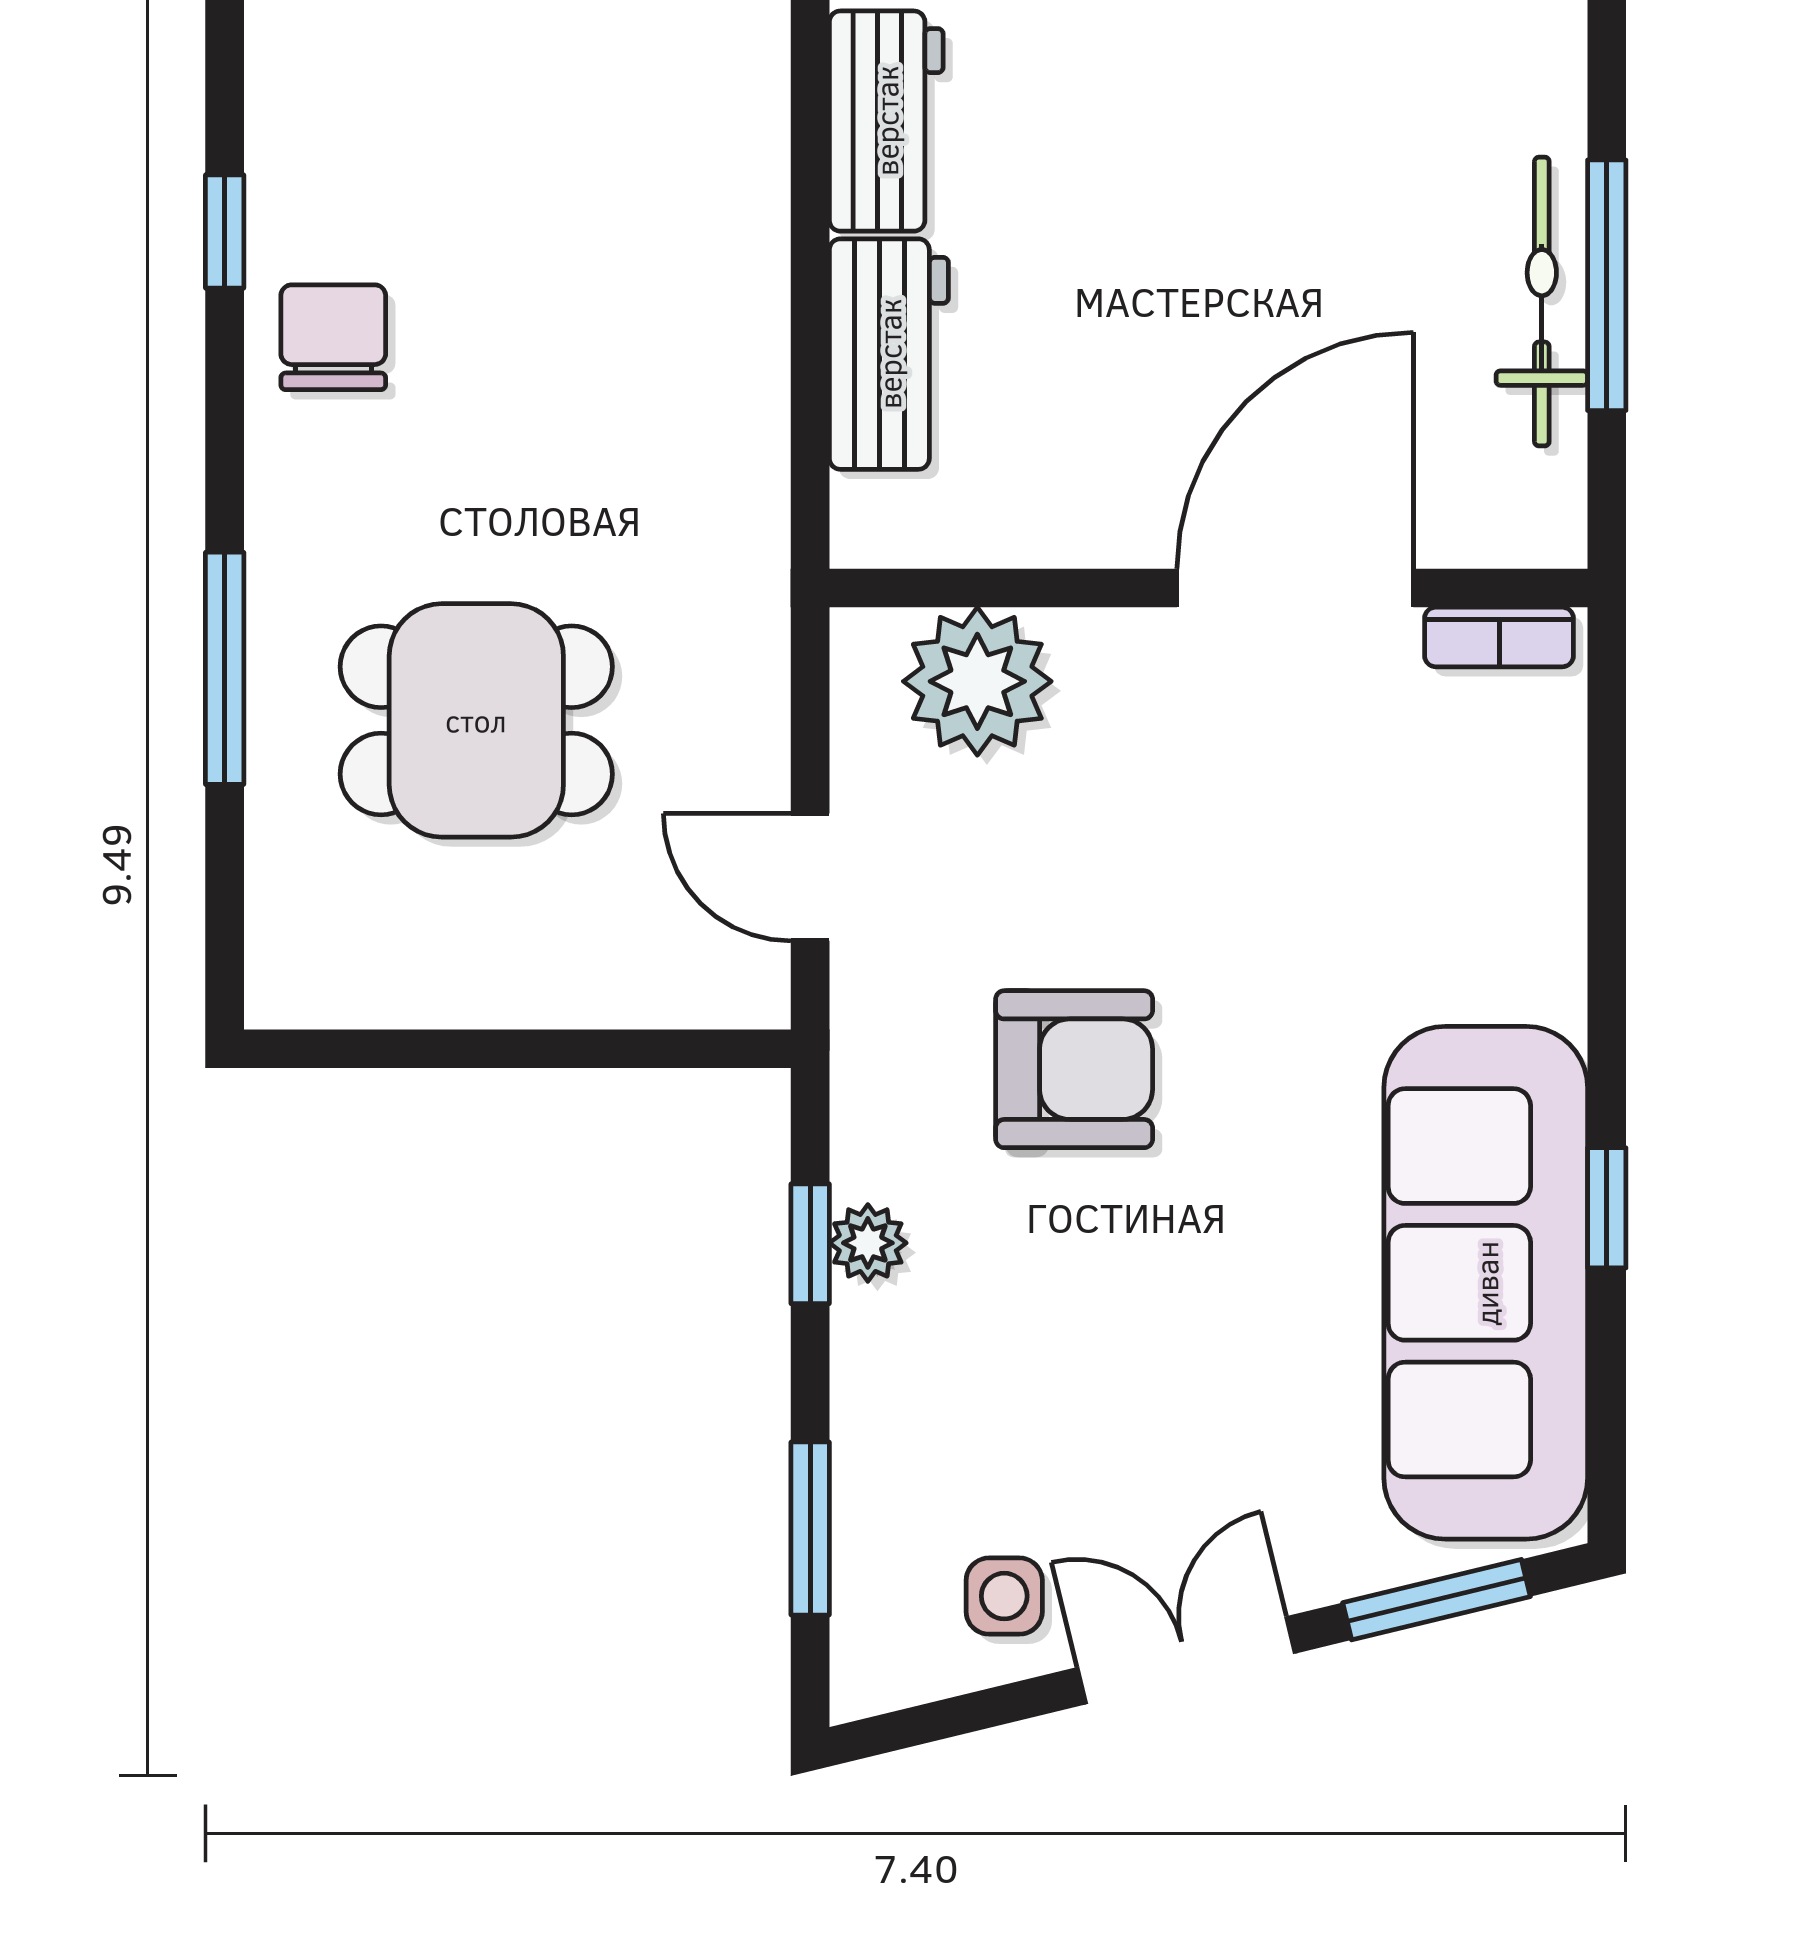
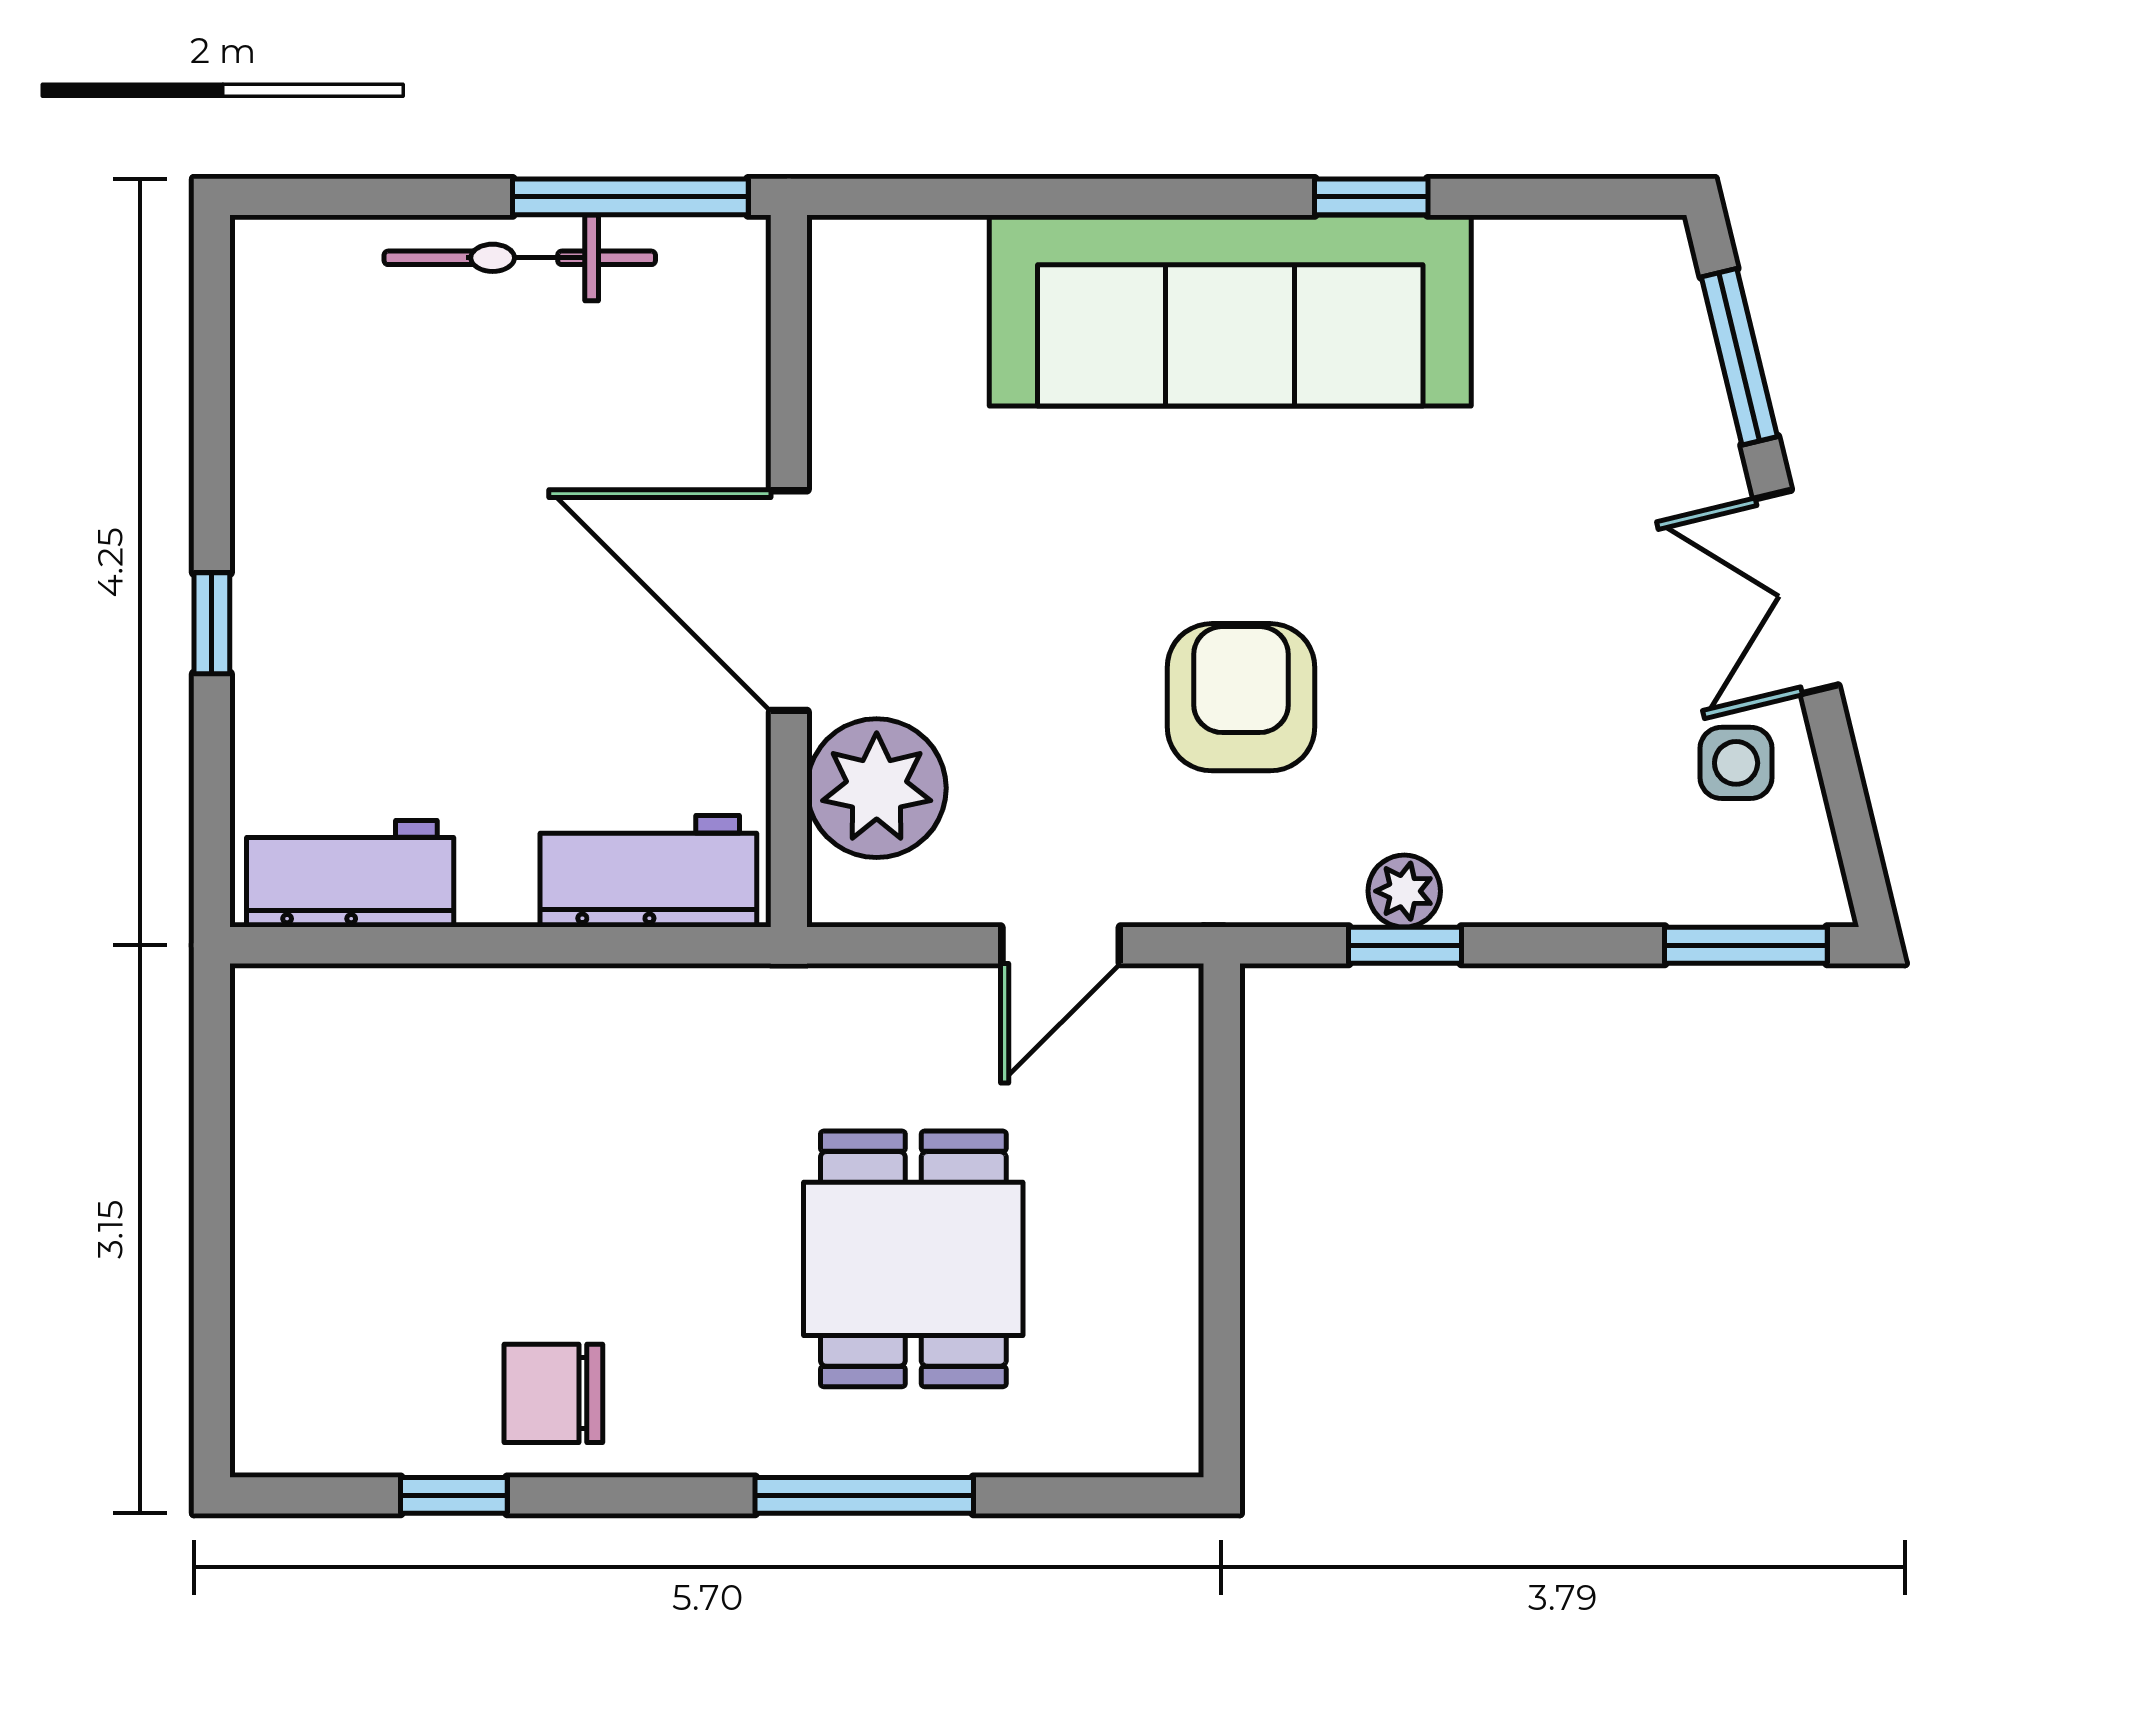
window: (1607, 285) -> (630, 197), moved
workbench: (889, 354) -> (648, 871), moved
door: (1295, 588) -> (789, 601), moved
bookcase: (1499, 637) -> (835, 298), removed
sofa: (1486, 1283) -> (1230, 310), moved
window: (810, 1529) -> (1746, 945), moved

